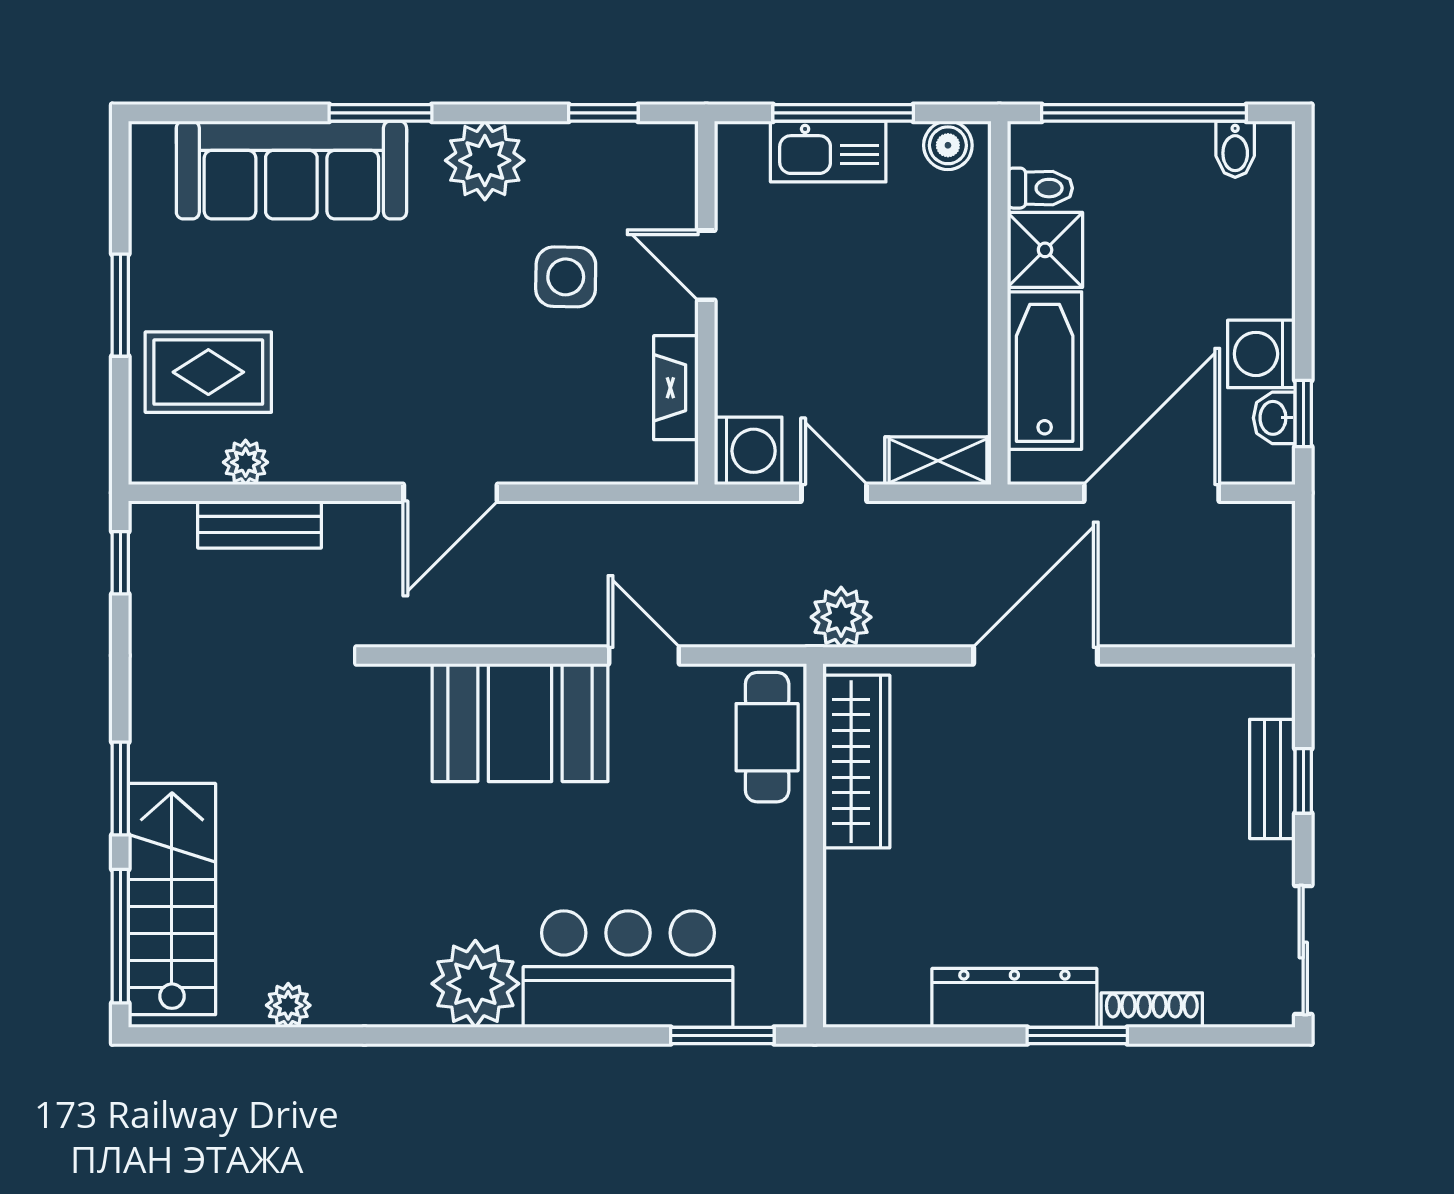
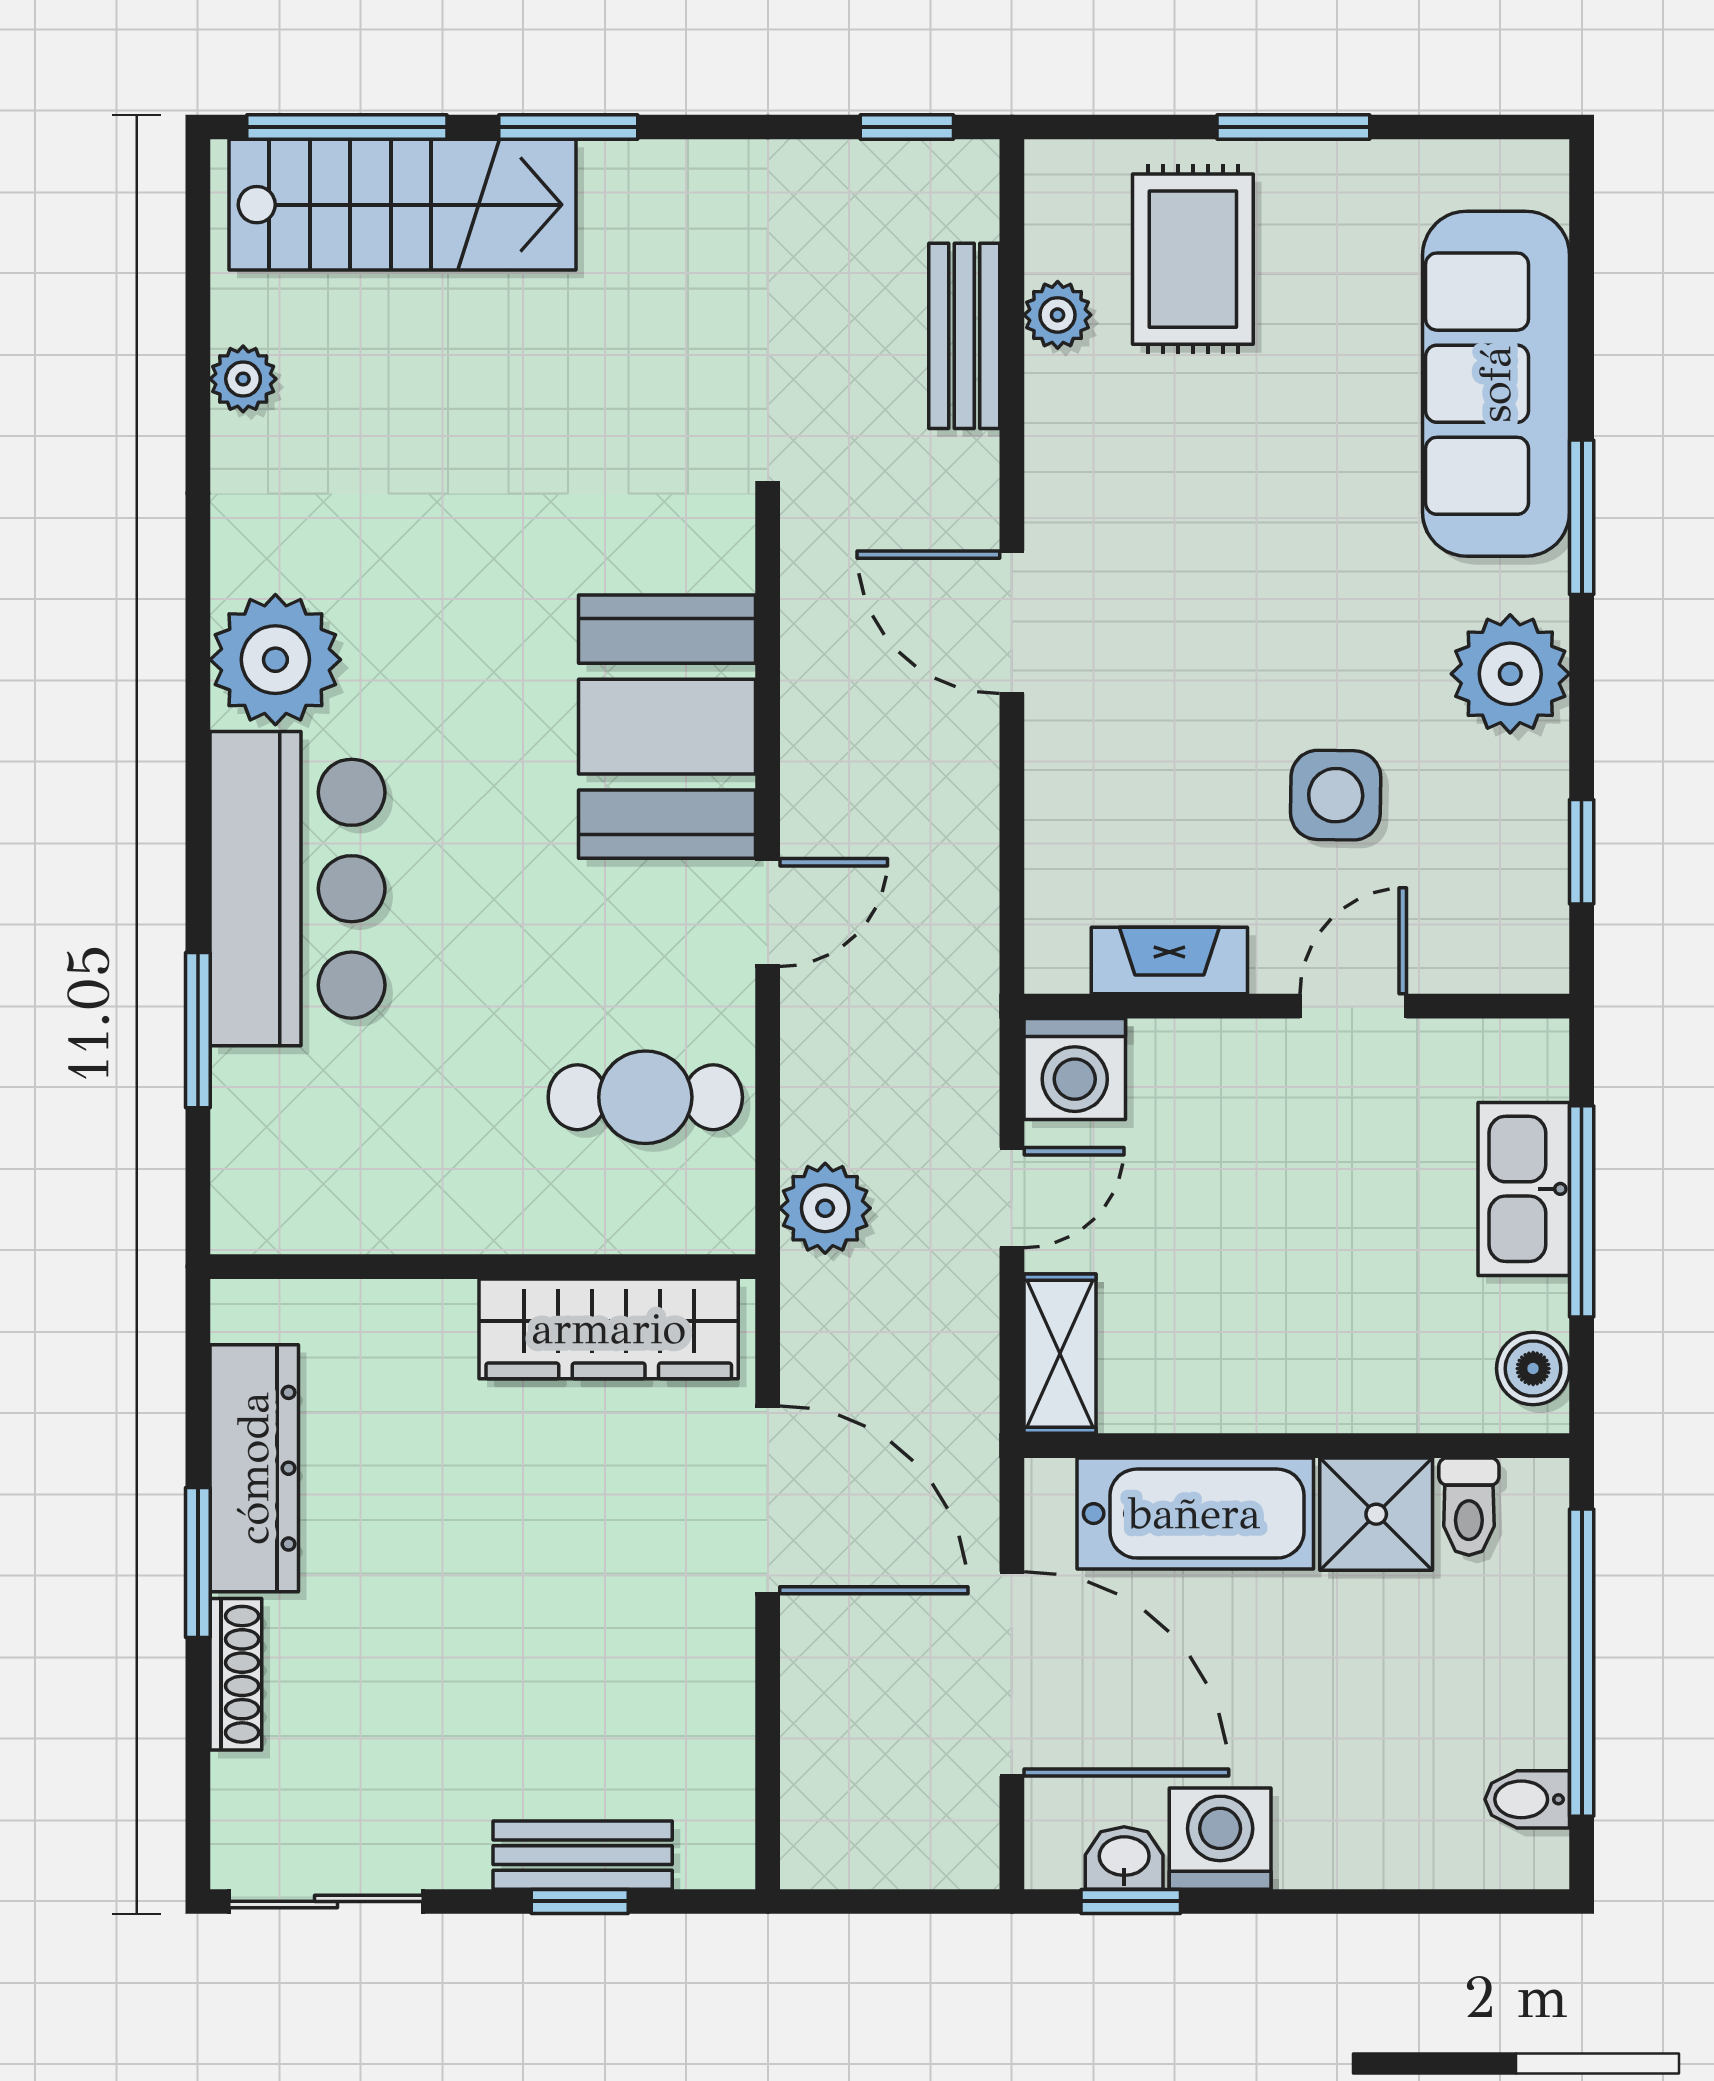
wardrobe: (856, 762) -> (609, 1329), moved
wall: (815, 845) -> (483, 1267), moved

